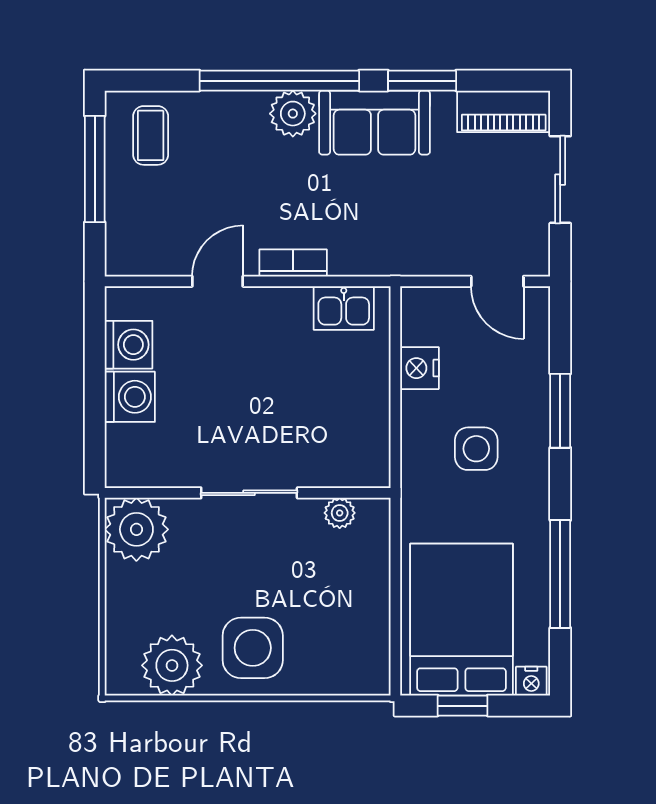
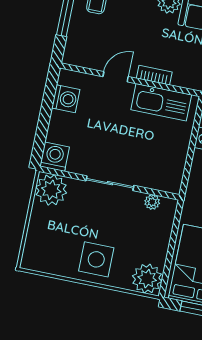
kitchen sink: (344, 308) -> (161, 102), width x1.88, depth x1.24
washing machine: (130, 397) -> (55, 157), moved, turned -90
plant: (172, 665) -> (147, 279), moved

